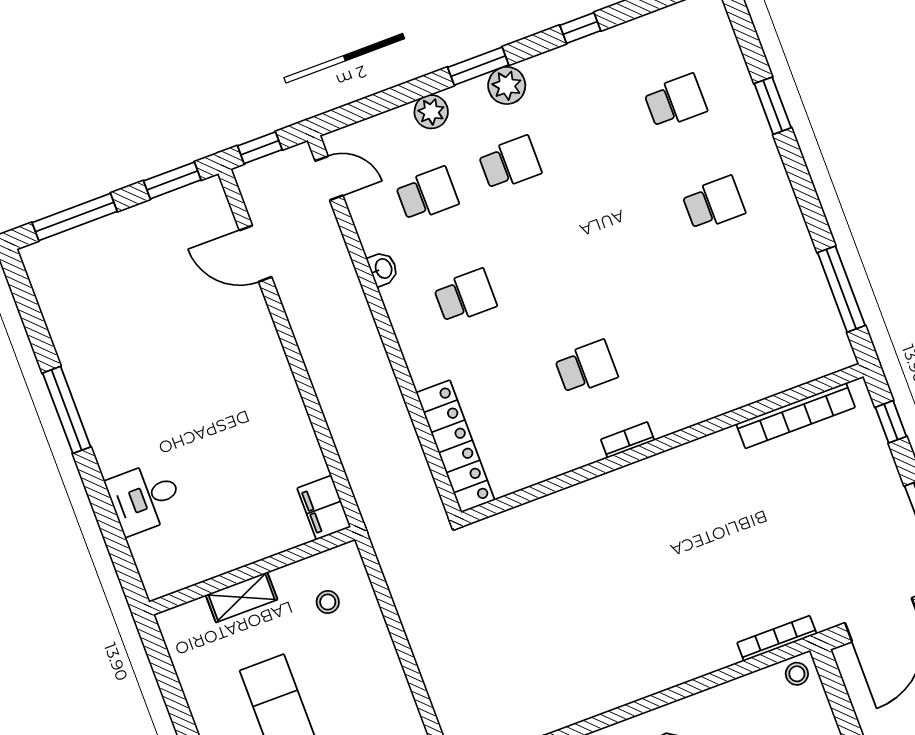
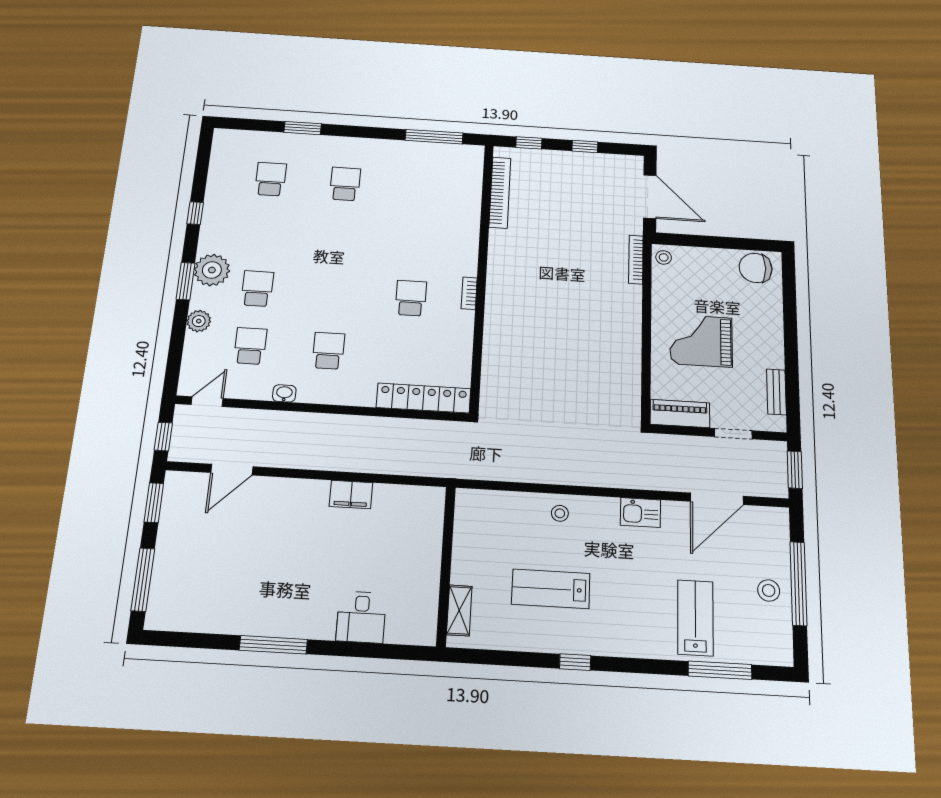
plant: (507, 85) -> (212, 270), width x1.36, depth x1.36
filing cabinet: (324, 508) -> (351, 495), moved
shelving: (242, 597) -> (459, 610), moved
stool: (328, 602) -> (560, 513), moved

